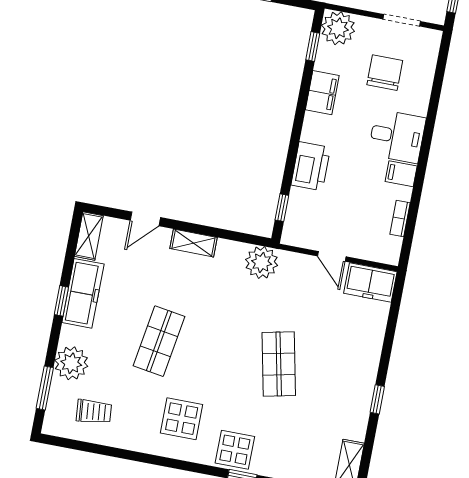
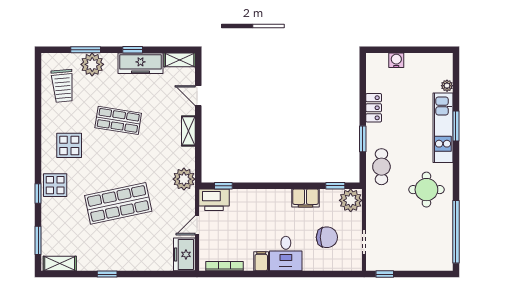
printer: (311, 166) -> (214, 200), moved
bookcase: (400, 218) -> (224, 266), width x1.56
shop shelf: (279, 364) -> (118, 203), width x1.43, depth x1.36
window: (45, 388) -> (86, 50), moved
trolley: (94, 412) -> (63, 86), width x1.36, depth x1.39

